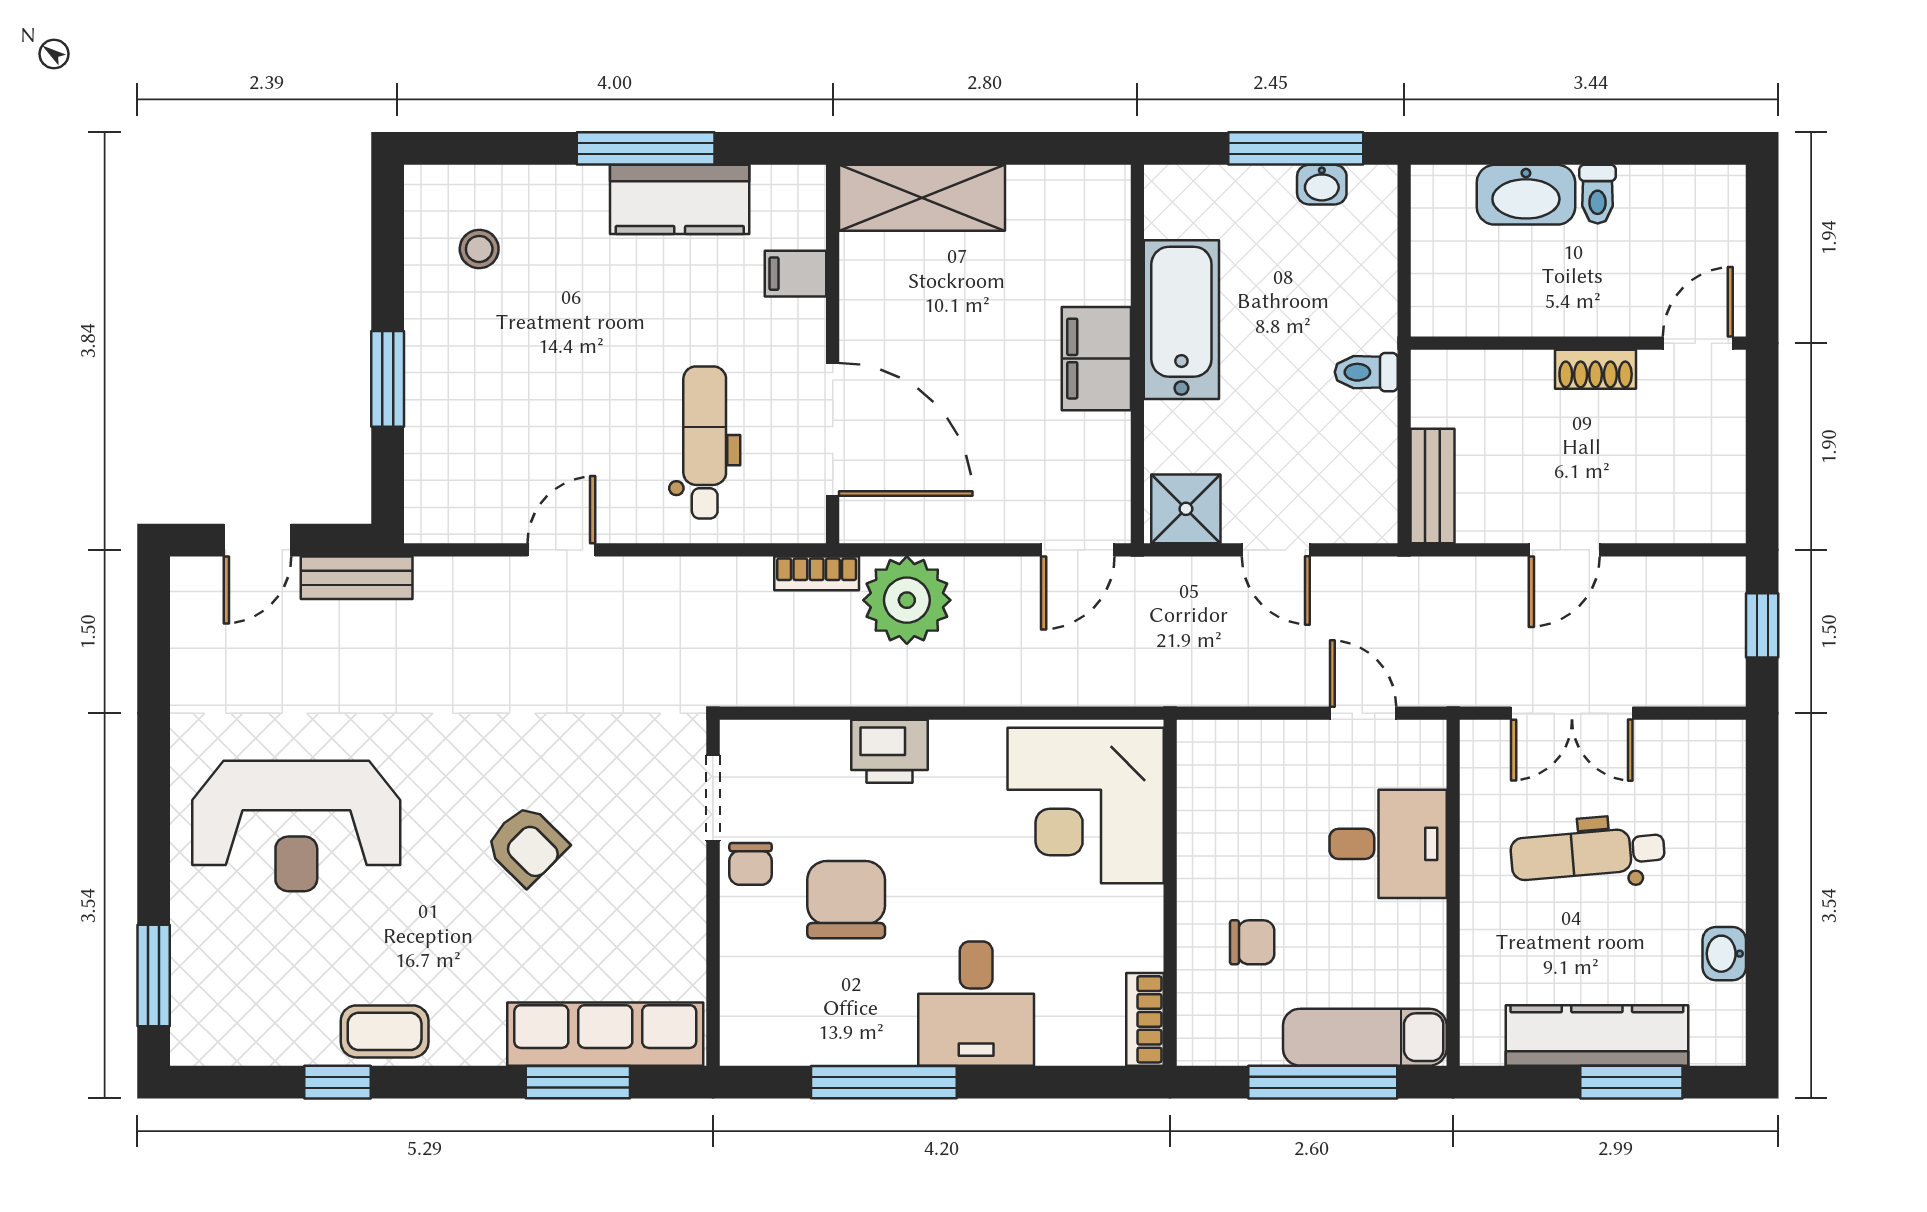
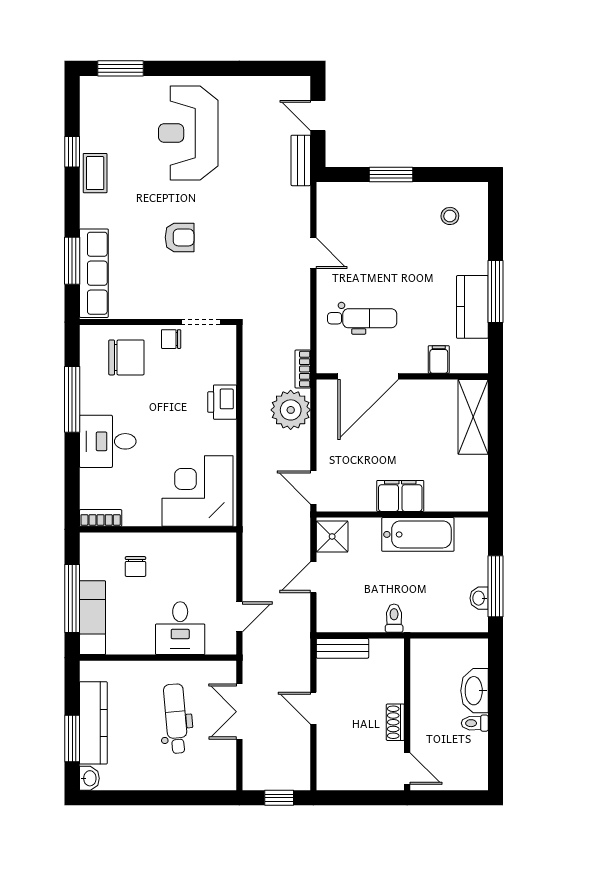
armchair: (527, 845) -> (180, 237), turned -135
chair: (846, 900) -> (126, 357), moved
washbasin: (1724, 954) -> (89, 778), moved, turned 90

